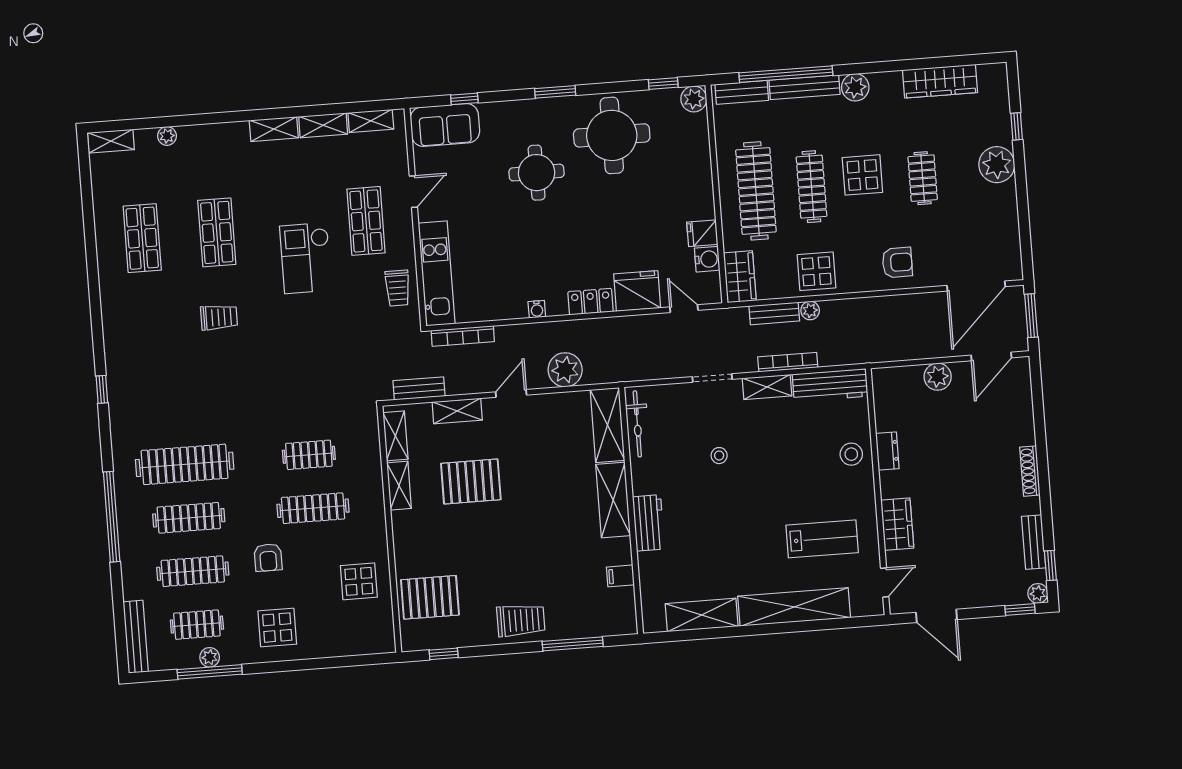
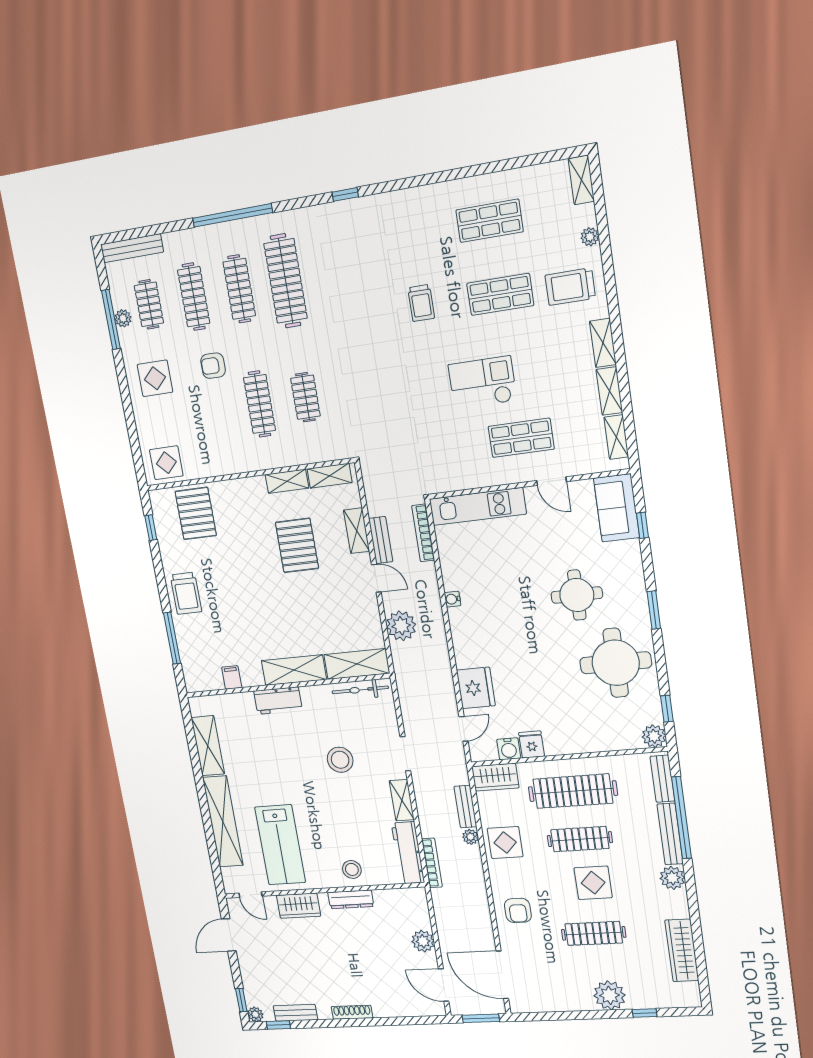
clothes rail: (923, 178) -> (594, 933), width x1.36
trolley: (398, 288) -> (570, 287), moved, width x1.36, depth x1.39
locker: (591, 302) -> (463, 647), removed
bookcase: (788, 362) -> (432, 863), moved
bench: (419, 388) -> (381, 540), moved
dresser: (887, 451) -> (351, 899), width x1.44
stool: (719, 456) -> (340, 760), width x1.89, depth x1.89
lab bench: (822, 539) -> (280, 845), width x1.36, depth x1.39
display table: (359, 581) -> (166, 463), moved

